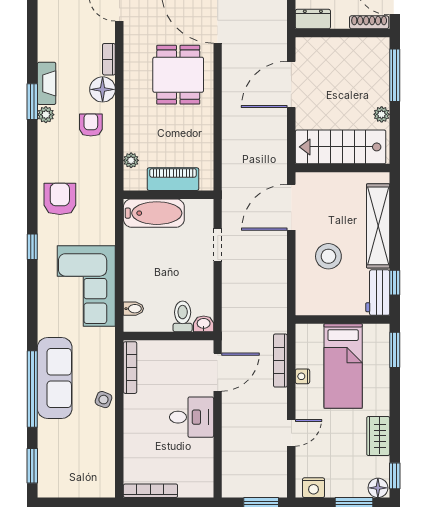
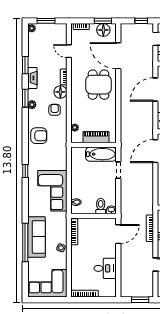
fireplace: (47, 83) -> (32, 78), moved
armchair: (60, 199) -> (39, 136), moved, turned 90
bathtub: (154, 213) -> (101, 154), moved
desk: (192, 417) -> (105, 268), moved
window: (32, 466) -> (25, 65), moved
corner sofa: (77, 470) -> (47, 283), added

